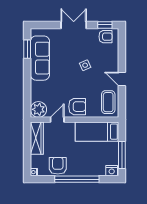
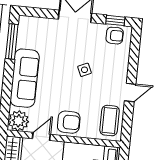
window: (27, 49) -> (12, 41), width x1.44
sofa: (40, 58) -> (25, 78), moved
door: (122, 79) -> (130, 93), swing flipped

